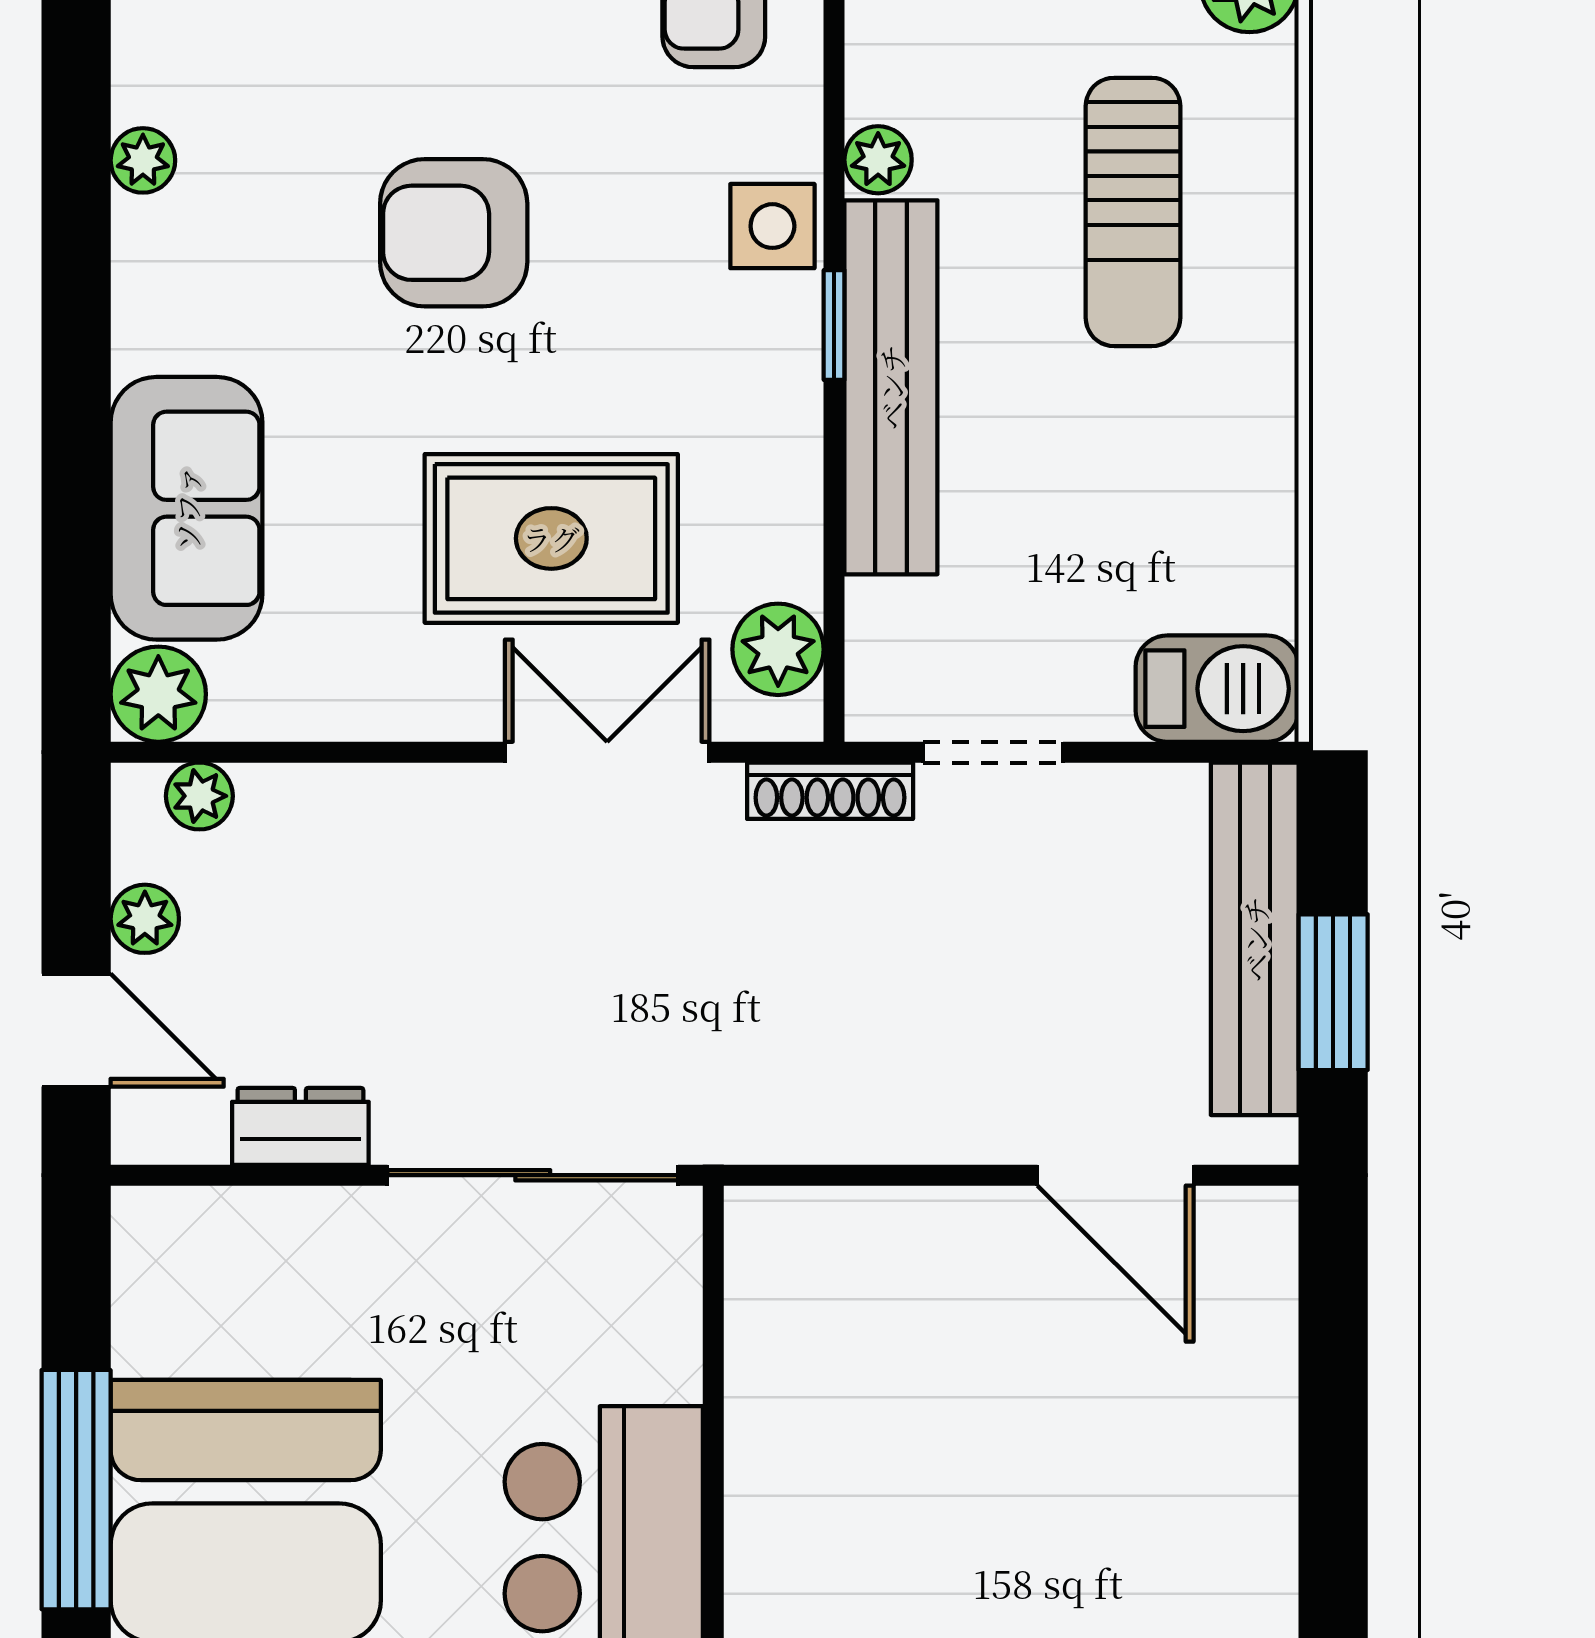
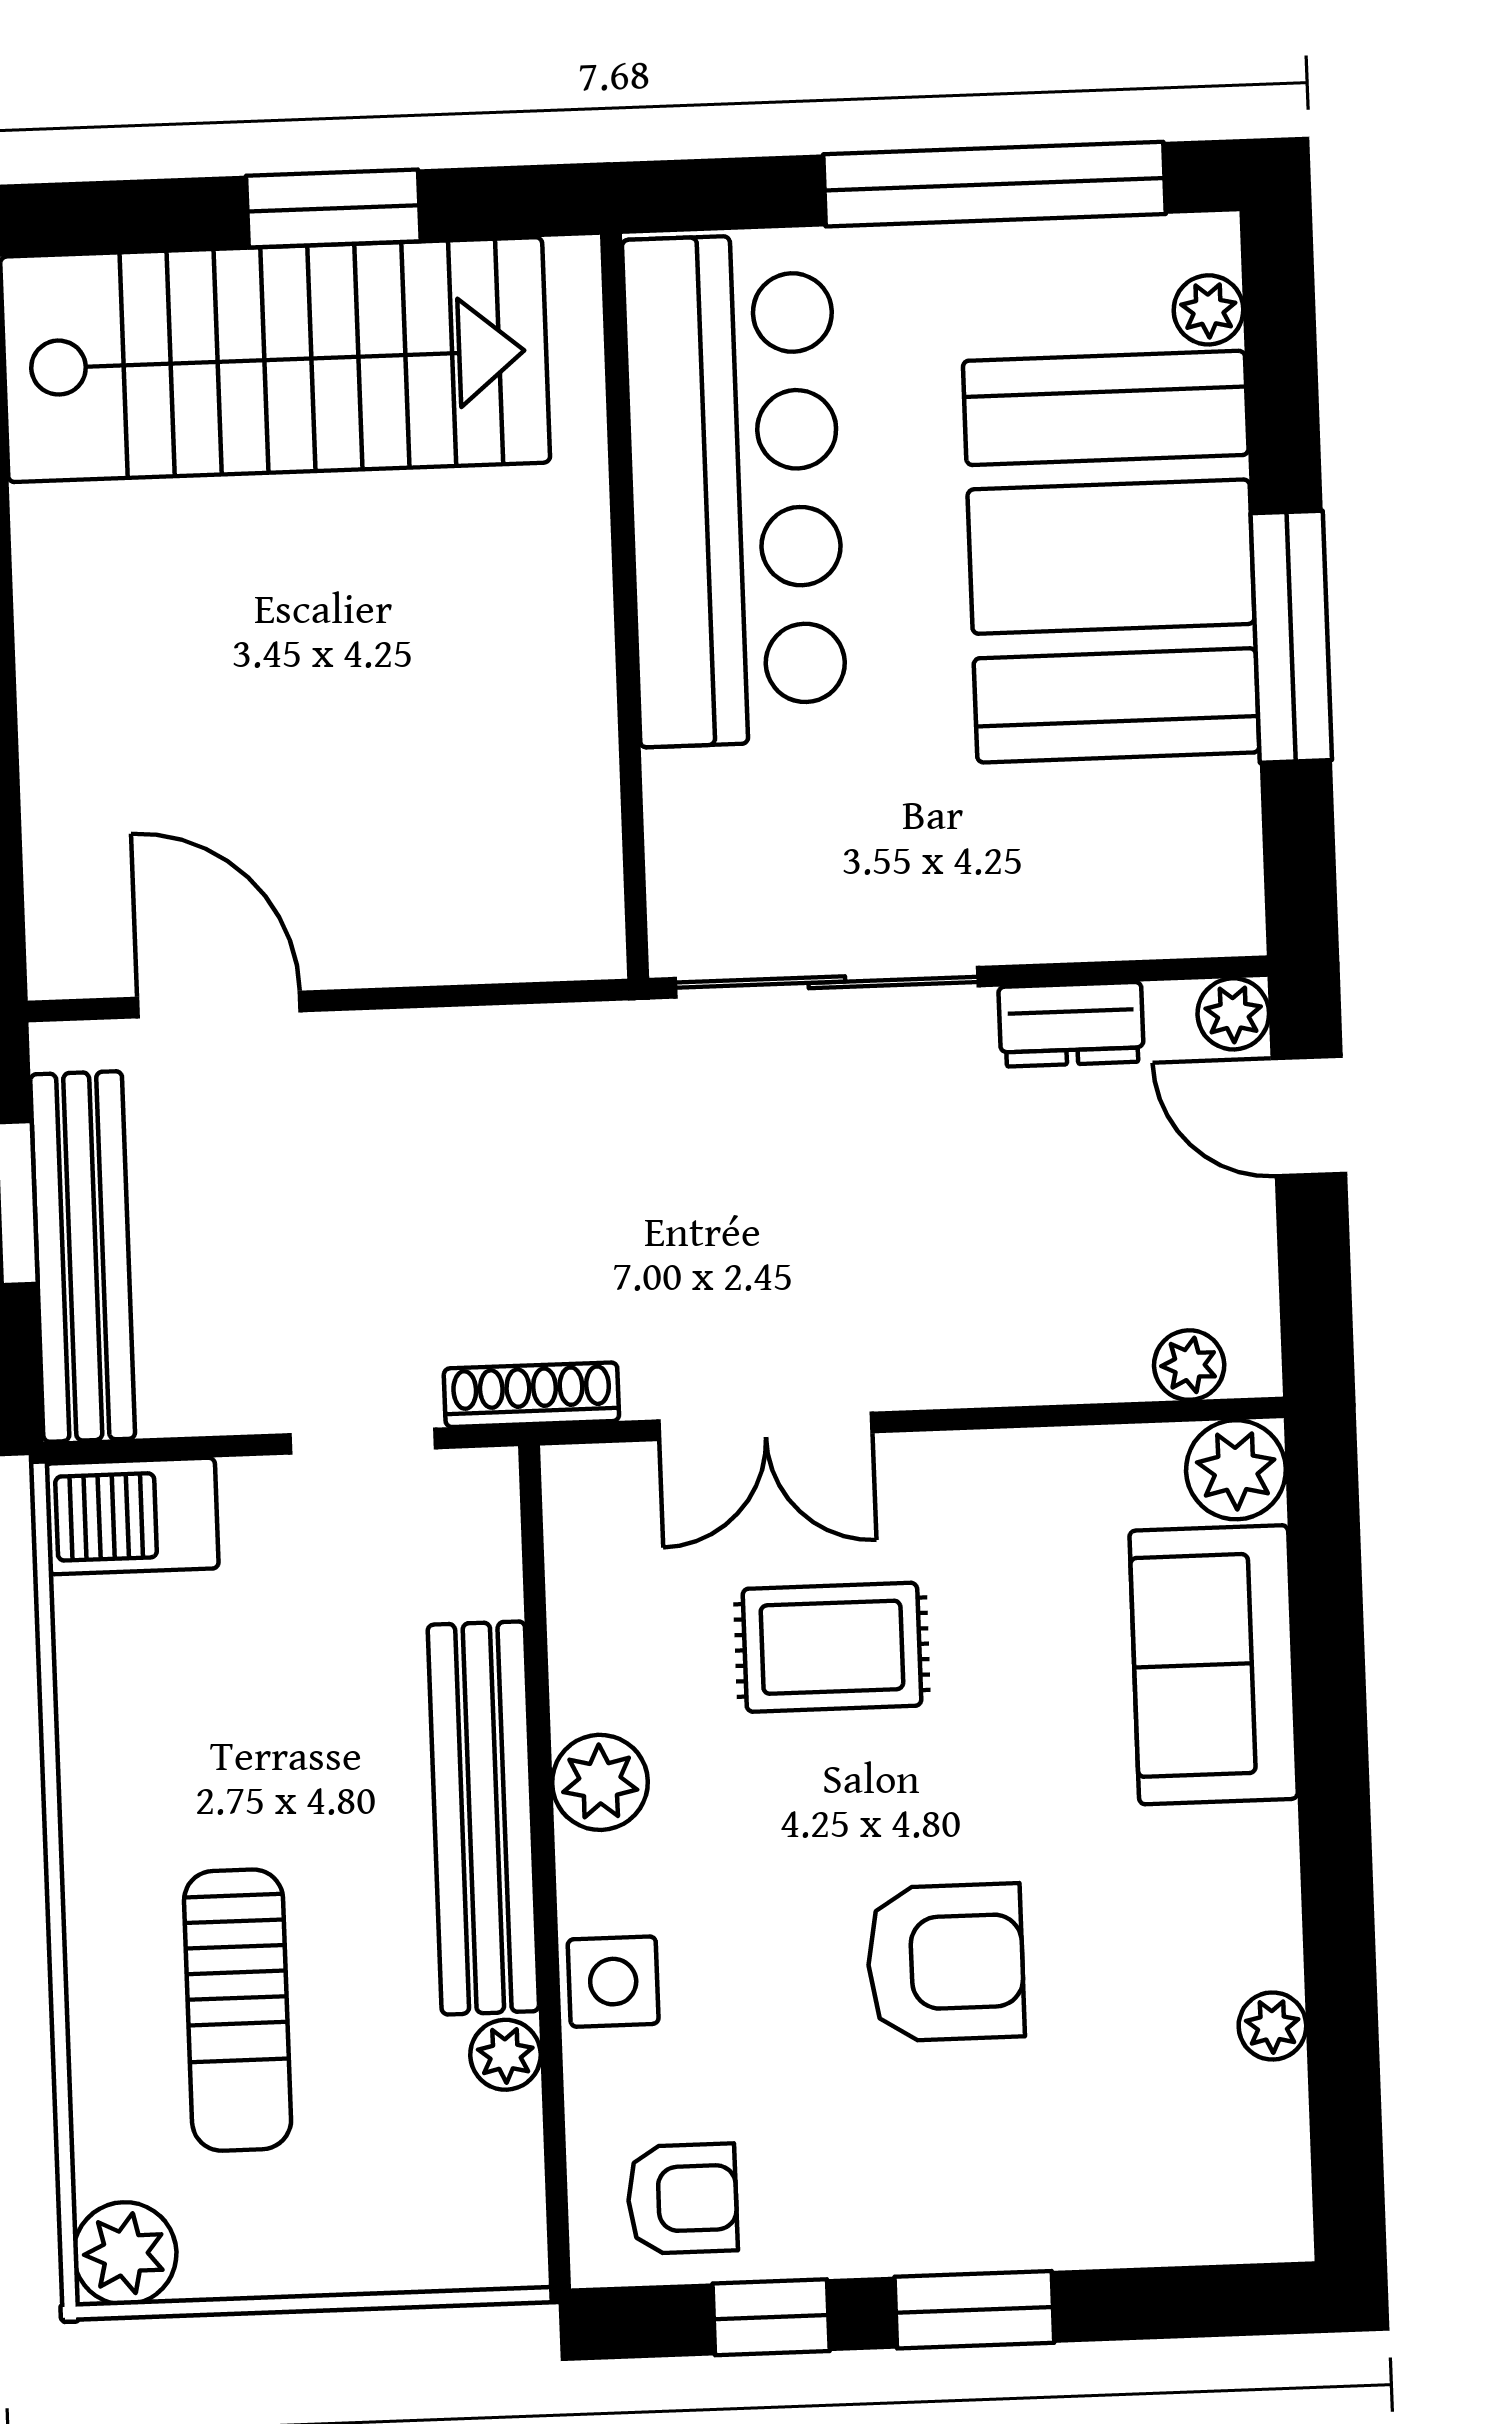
sun lounger: (1133, 212) -> (238, 2010), turned 180
window: (834, 325) -> (545, 1881), removed
rug: (551, 538) -> (832, 1647), width x0.73, depth x0.70
plant: (778, 649) -> (600, 1782), moved
plant: (145, 919) -> (1233, 1014), moved

